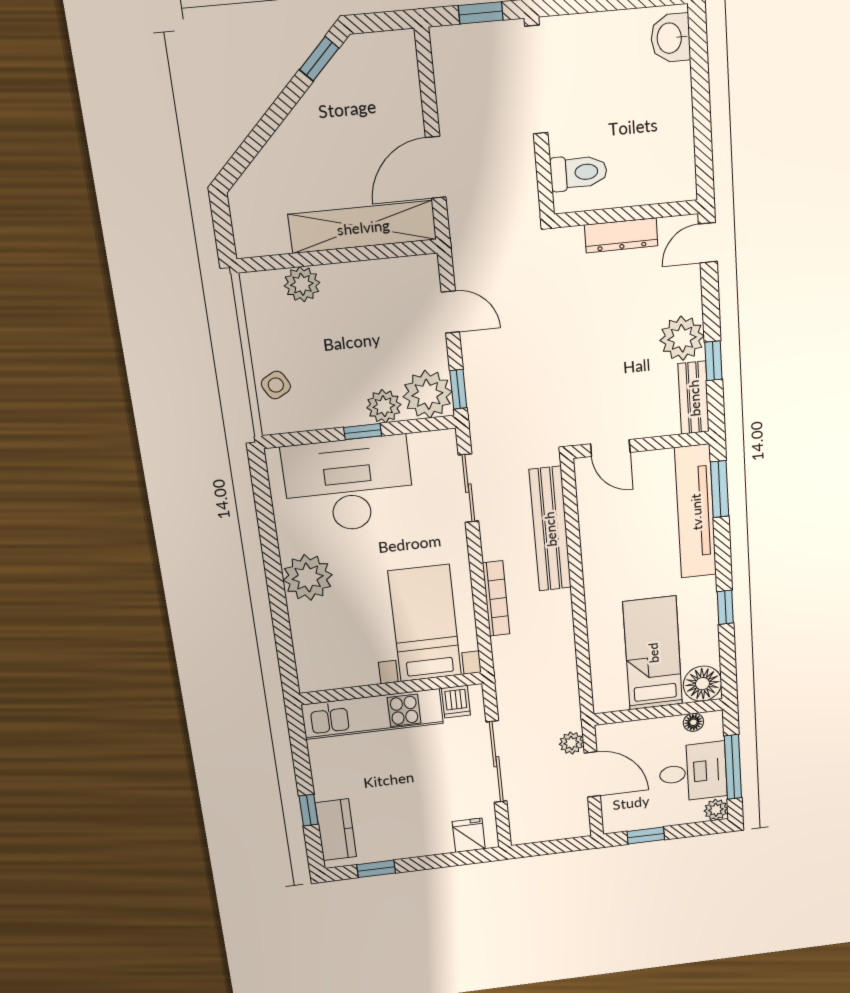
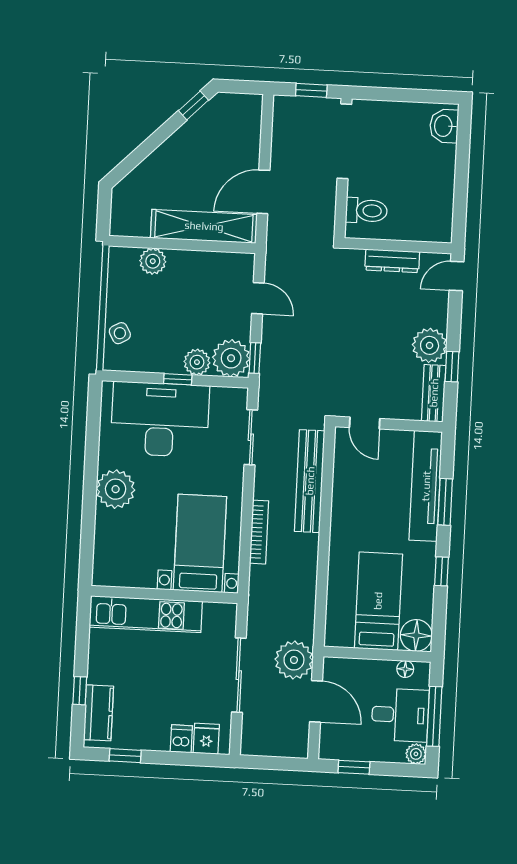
window: (720, 489) -> (445, 502), moved
dishwasher: (456, 702) -> (181, 739), moved, turned 180
plant: (571, 743) -> (294, 660), width x1.88, depth x1.88

